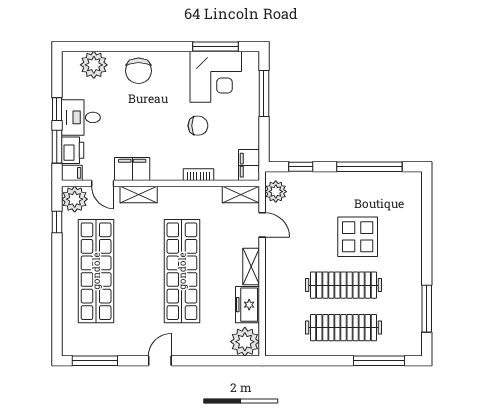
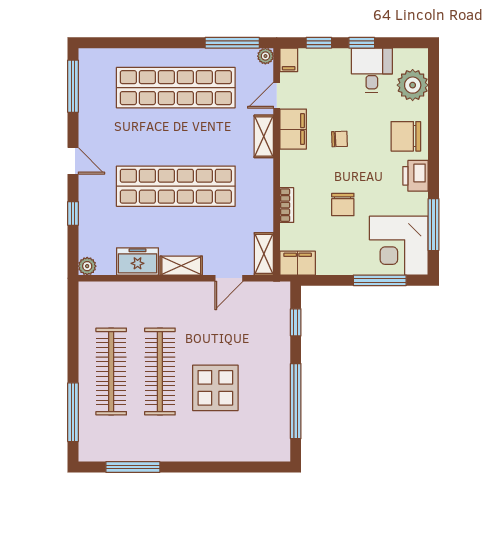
corner desk: (216, 77) -> (399, 246), moved
desk: (81, 117) -> (372, 70), moved
chair: (141, 129) -> (339, 139), added
window: (57, 147) -> (319, 43), width x0.67
printer: (73, 150) -> (416, 176), moved, turned 90
plant: (276, 192) -> (267, 294), removed
plant: (75, 199) -> (265, 56), width x0.53, depth x0.53
window: (57, 222) -> (232, 43), width x2.17
plant: (245, 342) -> (87, 266), width x0.53, depth x0.53
window: (206, 361) -> (73, 213), added

